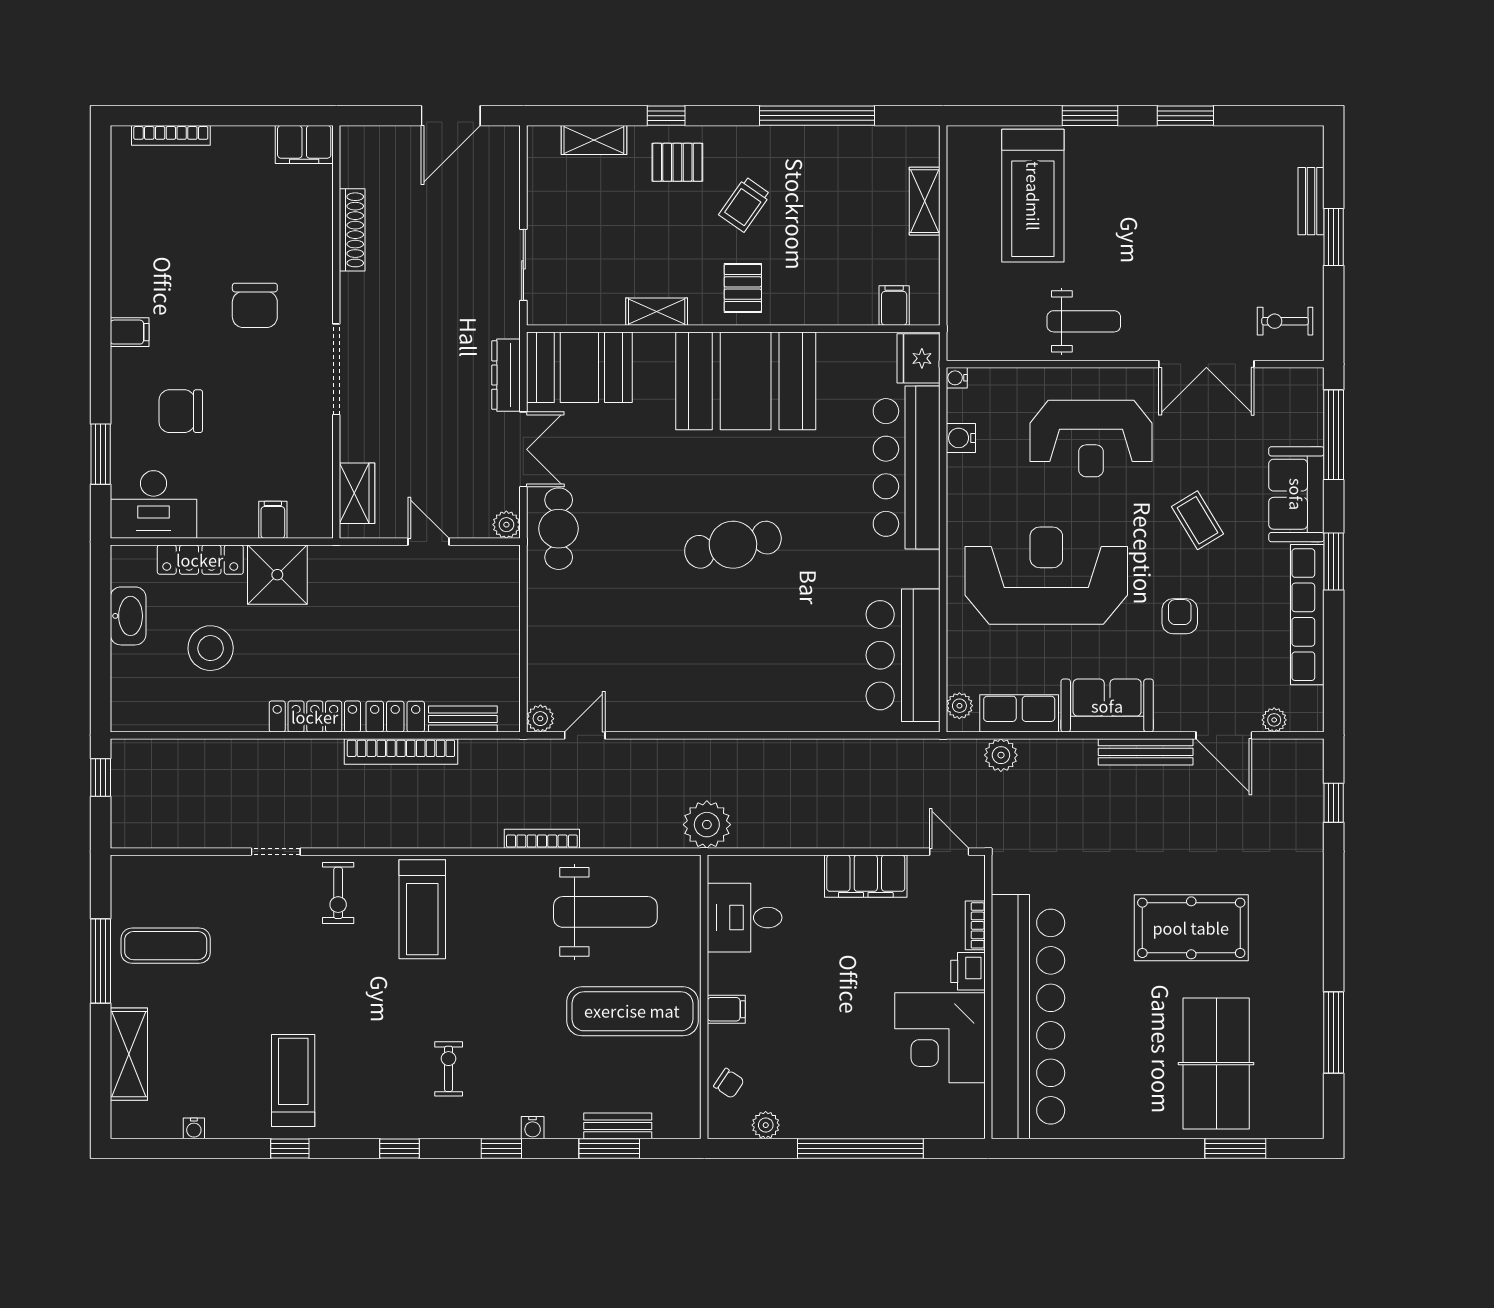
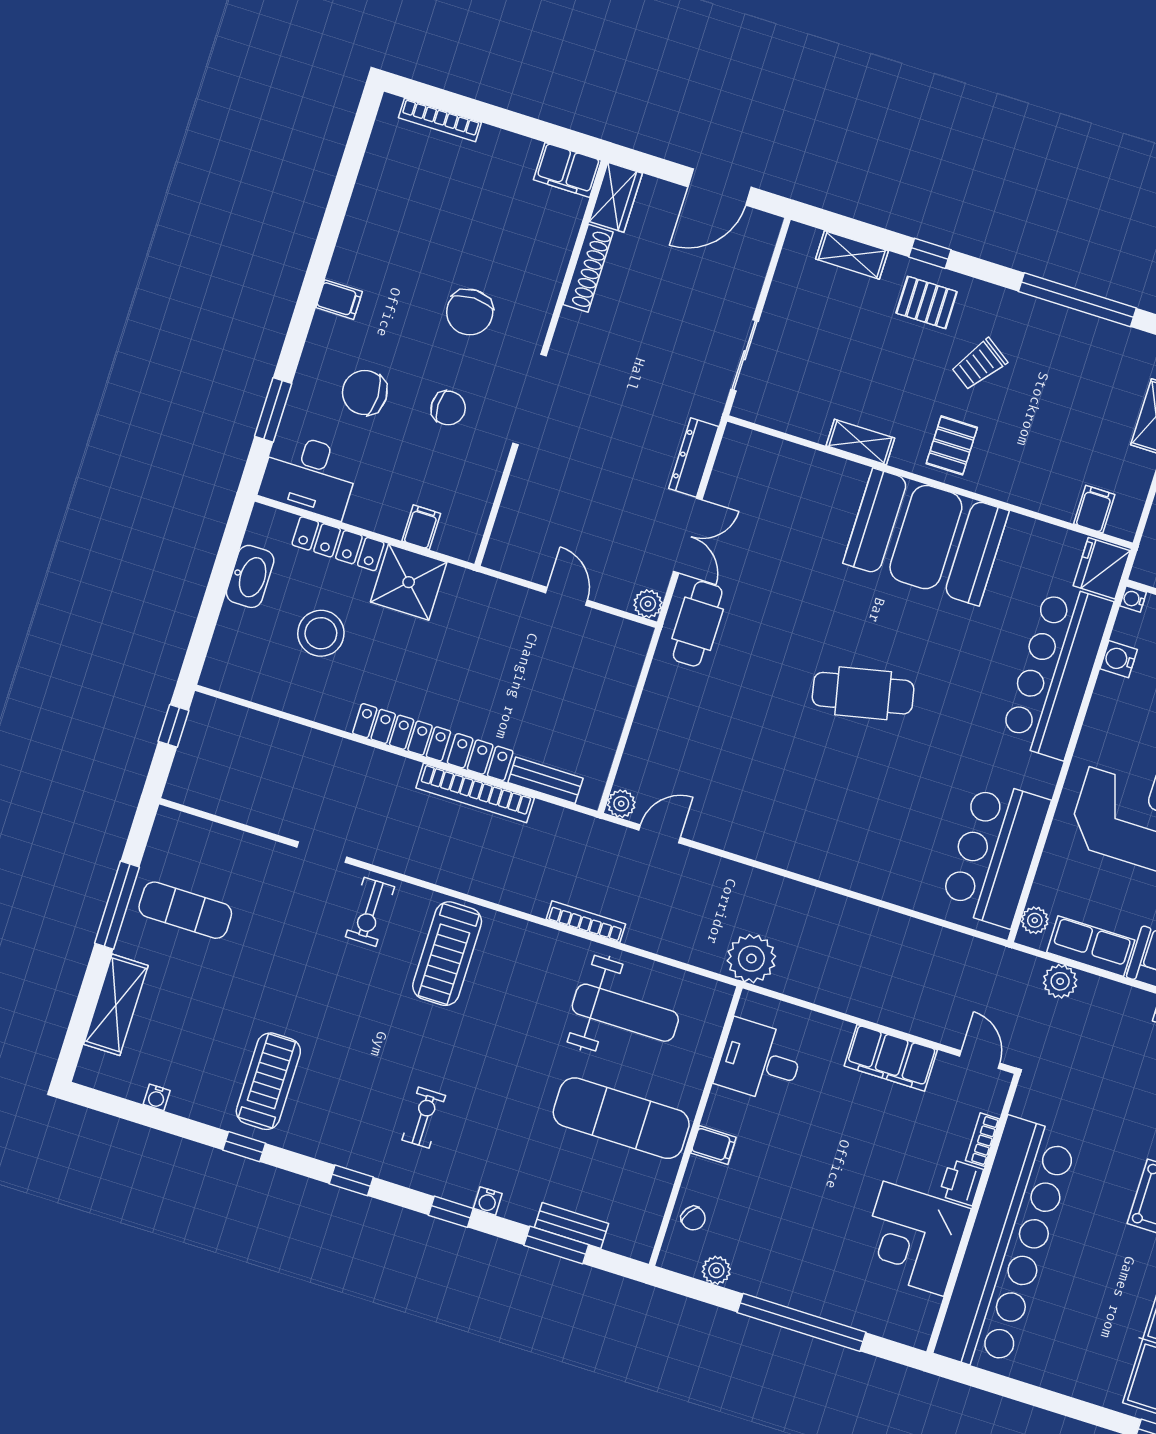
booth: (579, 367) -> (768, 472), removed
chair: (263, 401) -> (448, 408), added
wardrobe: (357, 493) -> (616, 197), moved

